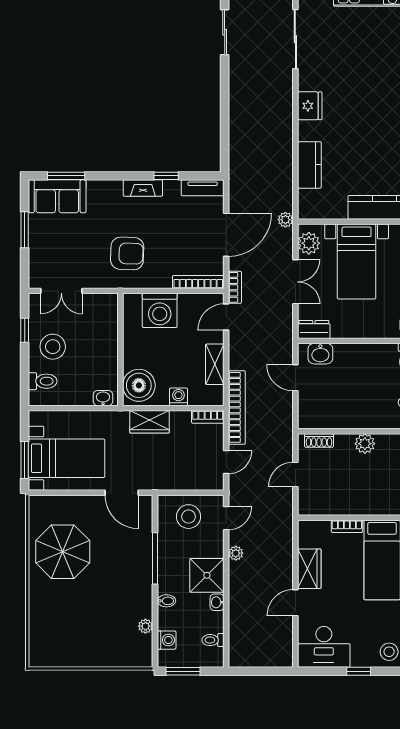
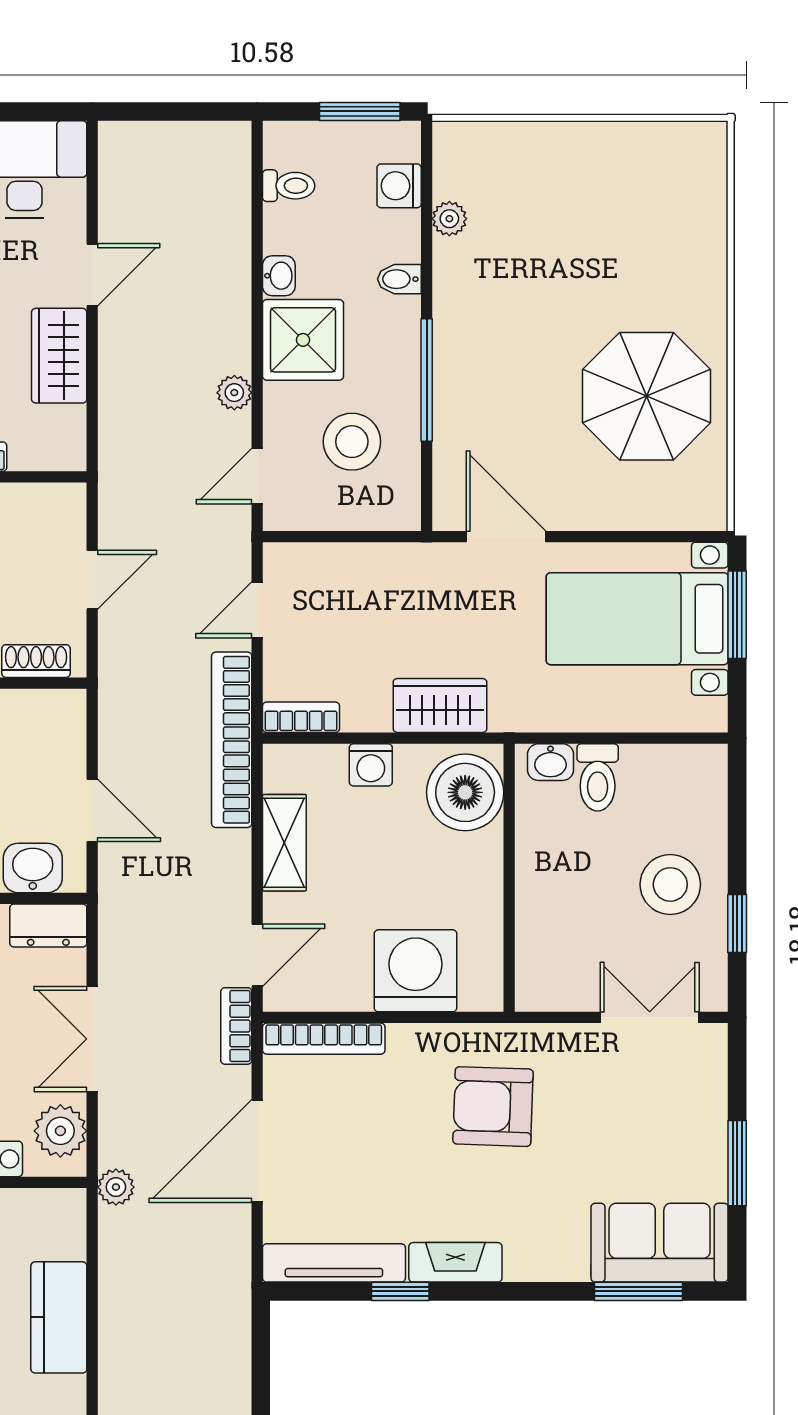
tv unit: (203, 188) -> (334, 1263), width x1.41
toilet: (43, 381) -> (598, 777), moved, turned -90
stool: (189, 517) -> (352, 442), moved

